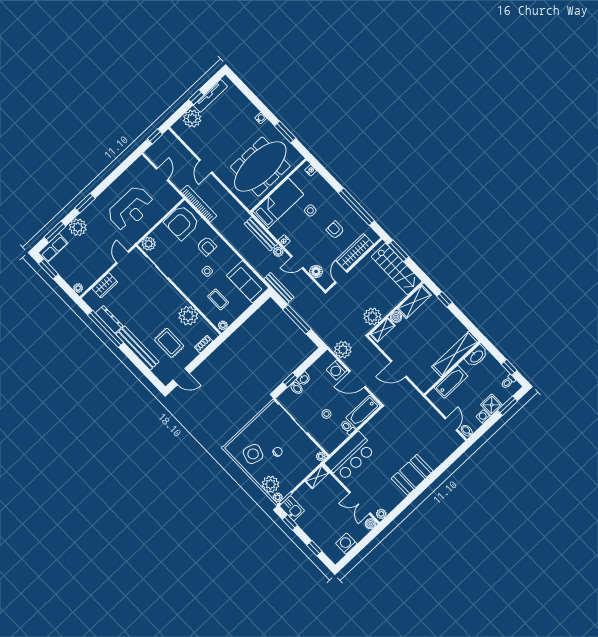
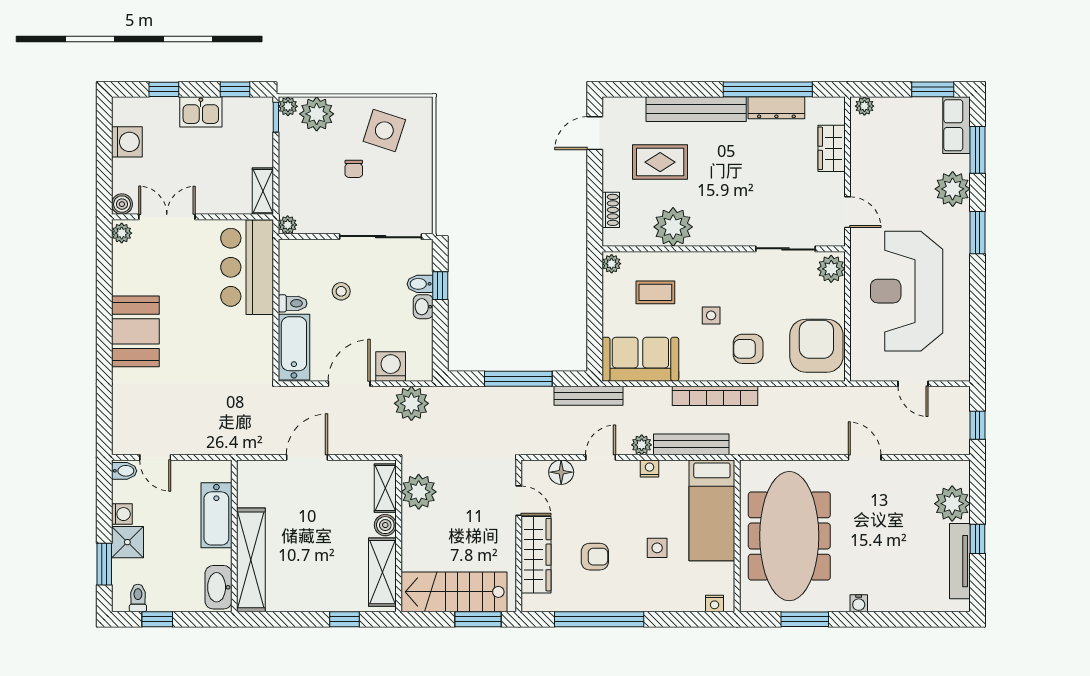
bookcase: (199, 204) -> (715, 396), moved
reception desk: (131, 209) -> (907, 291), width x1.36, depth x1.30
kitchen sink: (292, 508) -> (201, 112), moved

